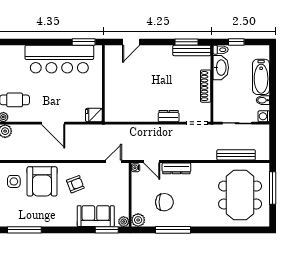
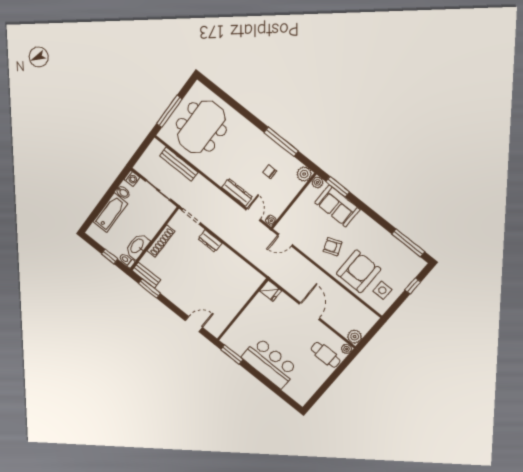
bench: (192, 50) -> (146, 275), width x0.73
bar counter: (59, 59) -> (270, 363), width x0.73
chair: (164, 202) -> (270, 172), width x0.54, depth x0.54

